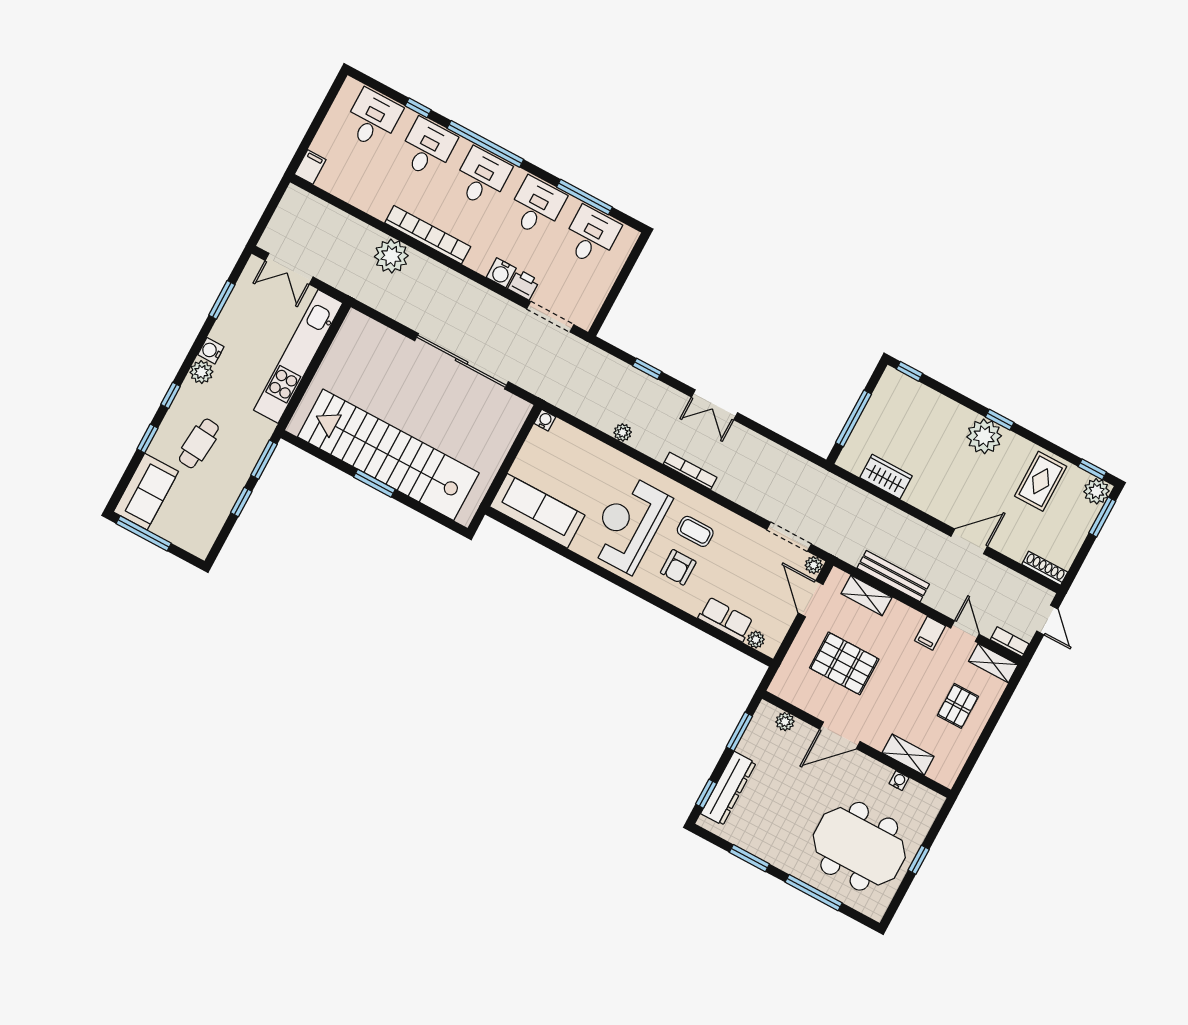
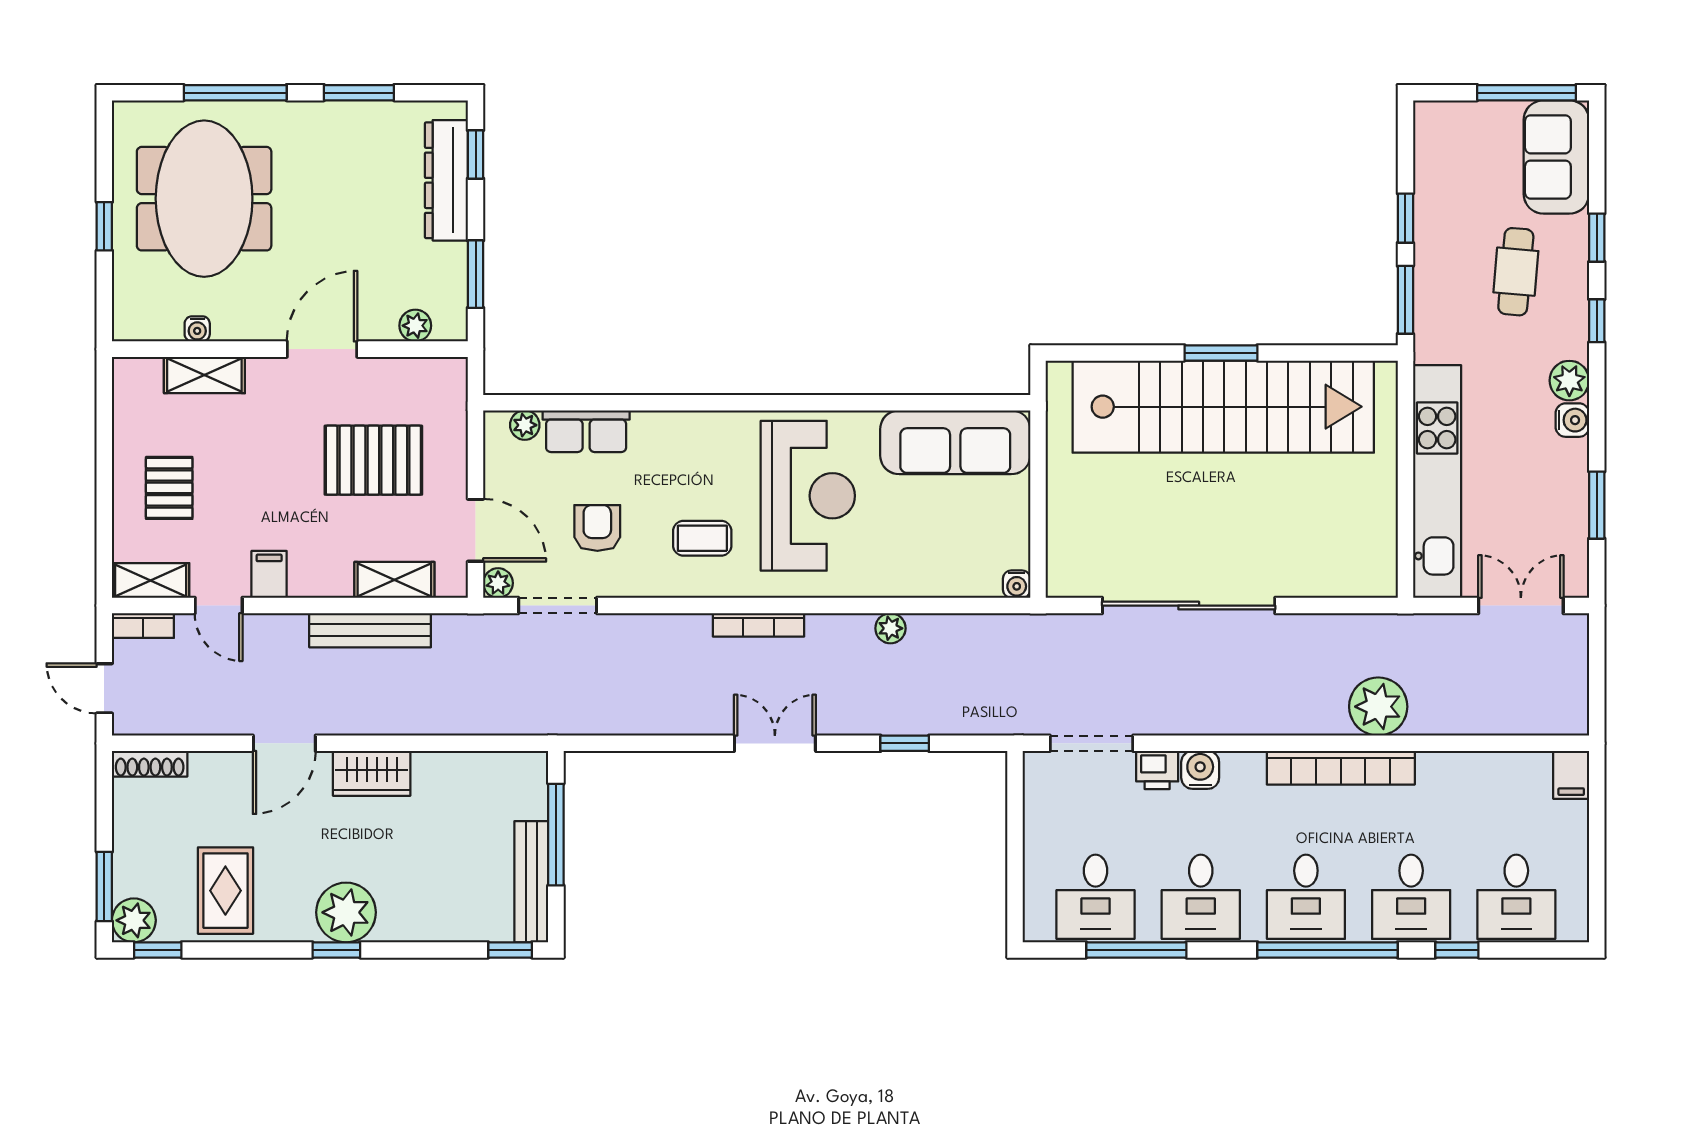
bench: (879, 401) -> (531, 882), added
wardrobe: (886, 477) -> (372, 773), moved
armchair: (678, 567) -> (597, 528), moved
meeting table: (859, 846) -> (204, 199), turned 90

